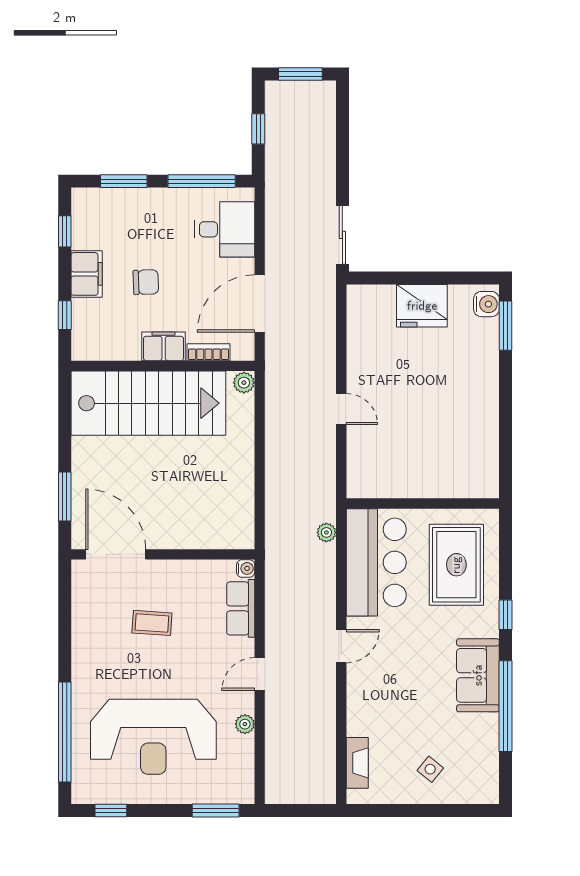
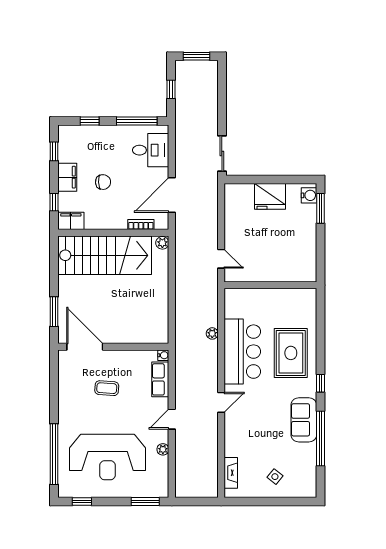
window: (124, 181) -> (90, 121), width x0.67
filing cabinet: (164, 346) -> (71, 221), moved
wall: (423, 503) -> (270, 285), moved

